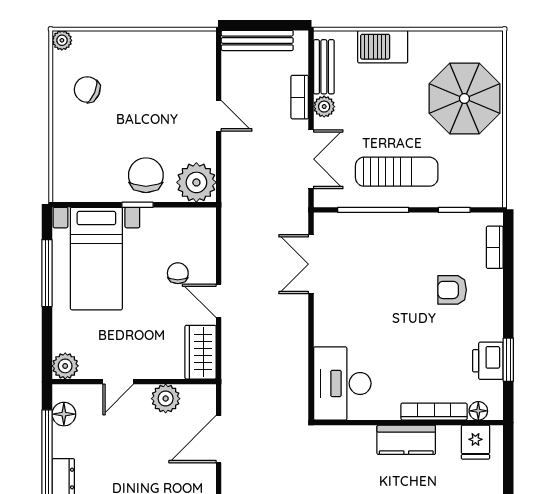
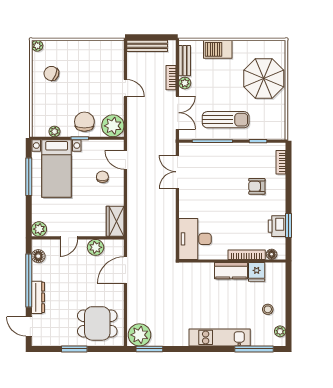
plant: (93, 193) -> (54, 131), added
door: (219, 301) -> (125, 160), moved
fridge: (475, 442) -> (257, 272), moved

